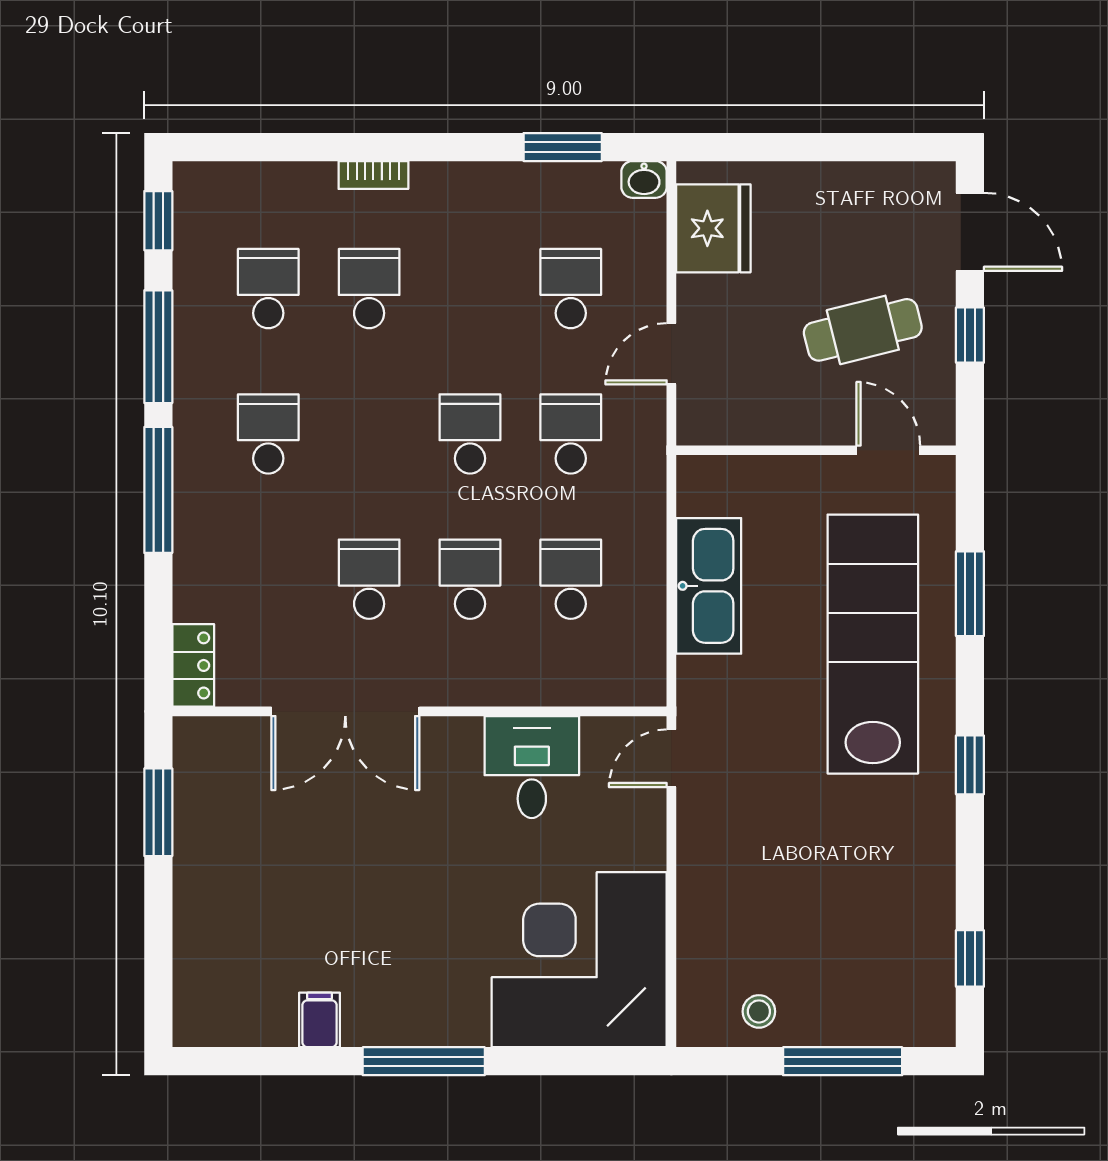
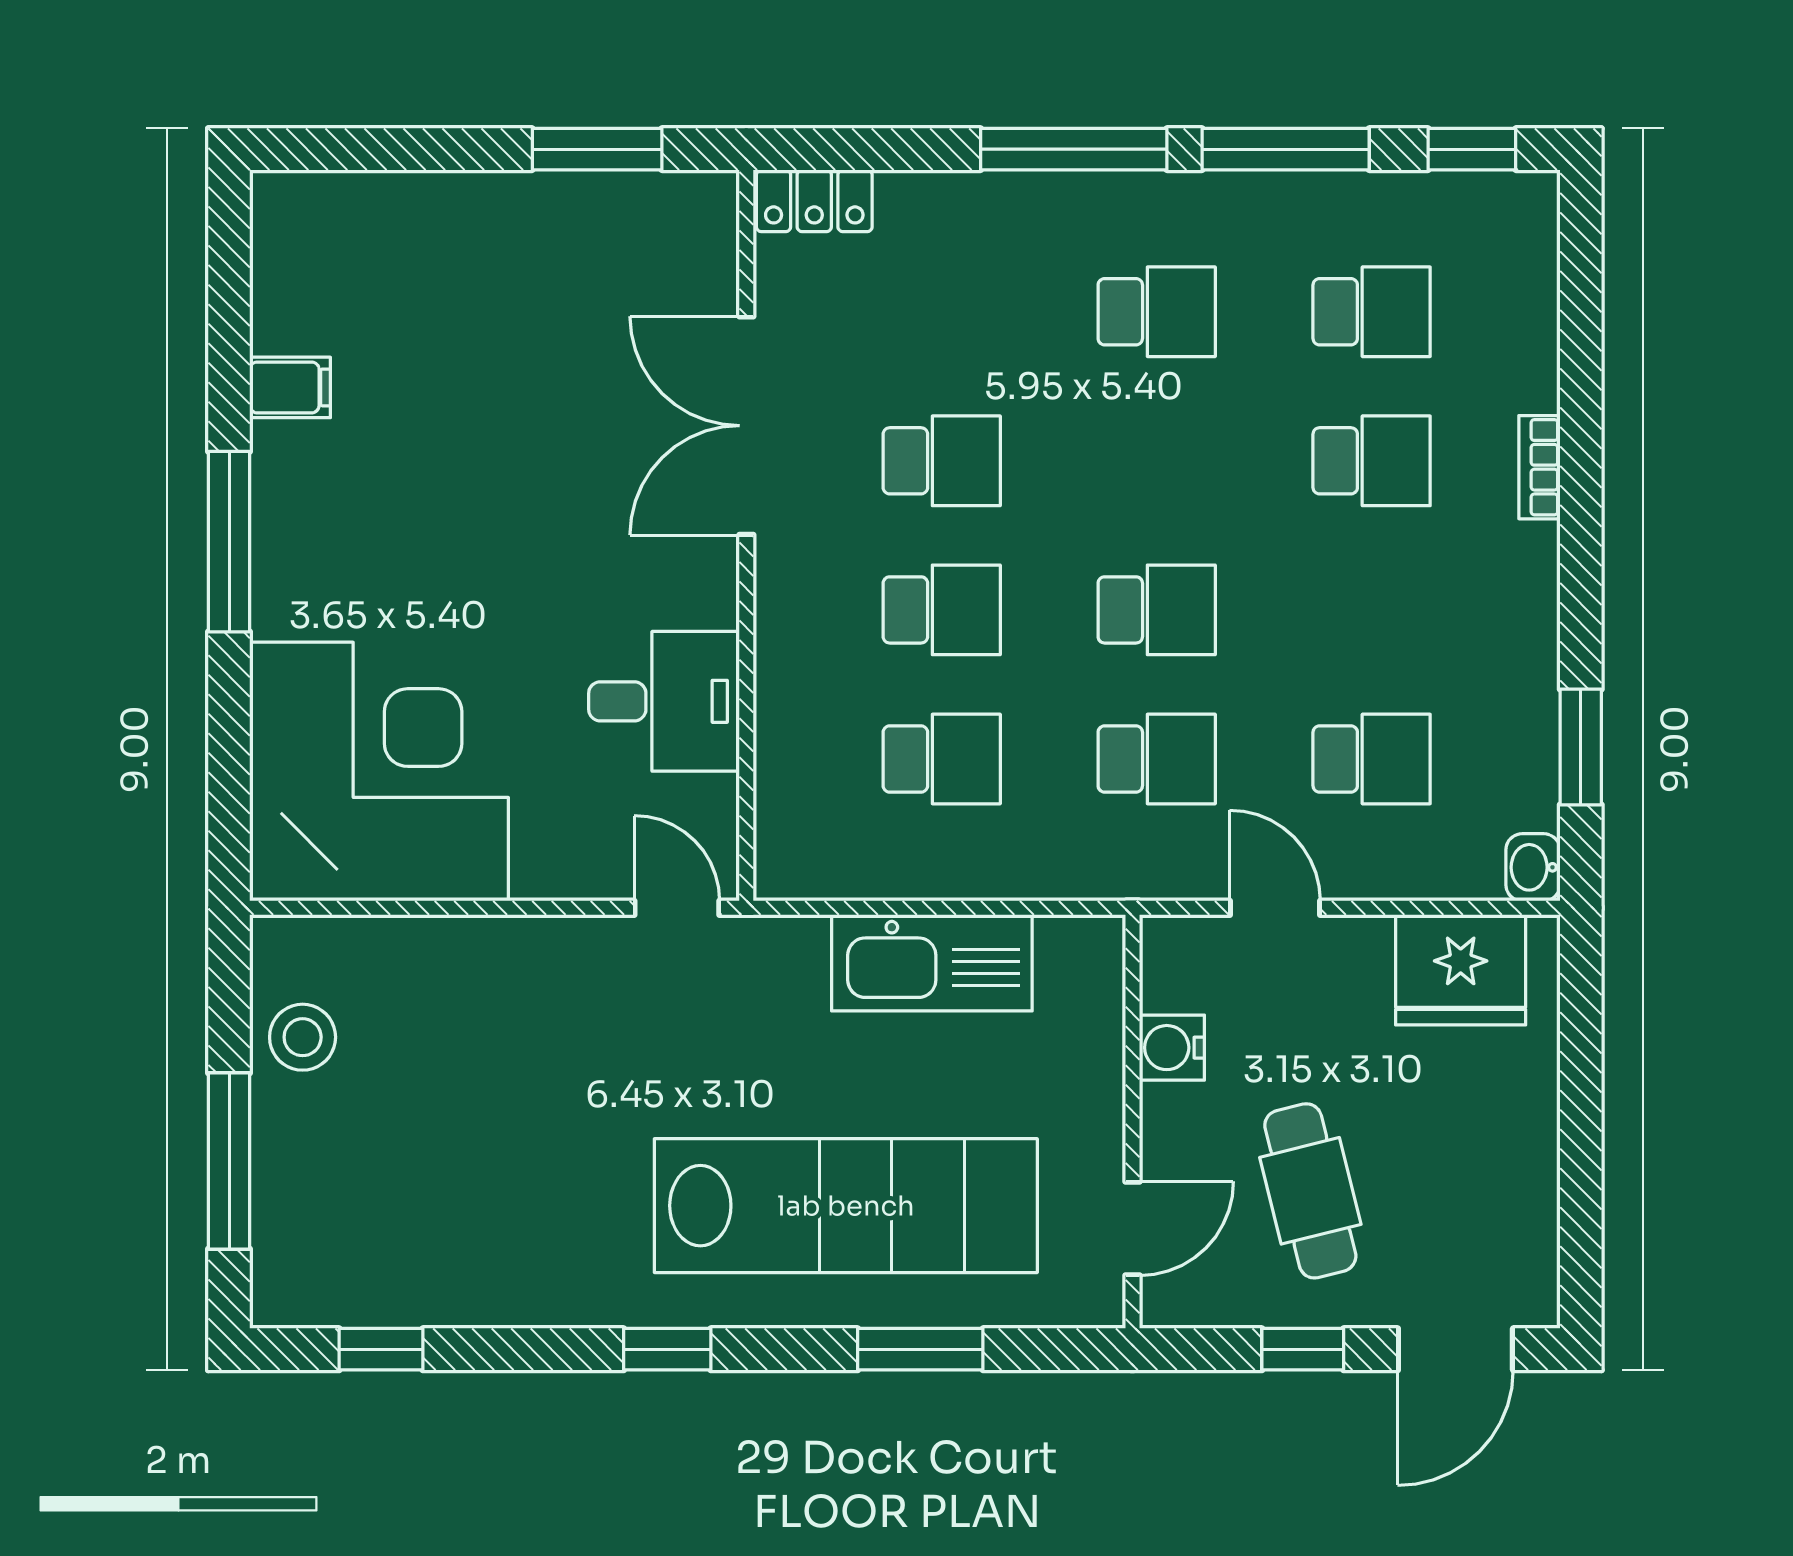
water cooler: (766, 424) -> (1172, 1048), added
stool: (759, 1011) -> (303, 1037), width x1.37, depth x1.37

